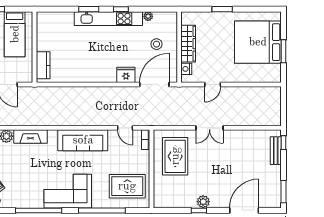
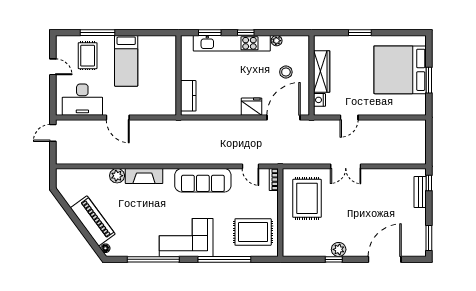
wall: (35, 47) -> (178, 75), moved
kitchen counter: (43, 65) -> (188, 96), moved

